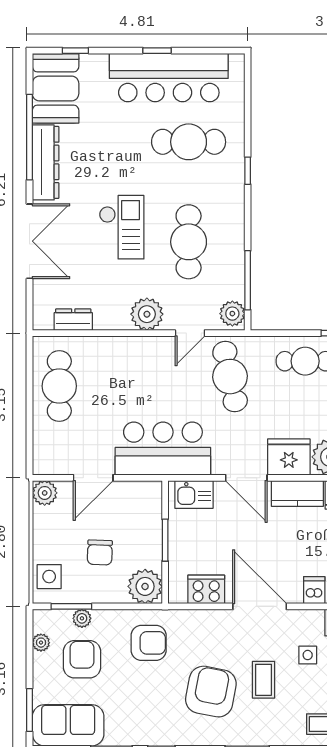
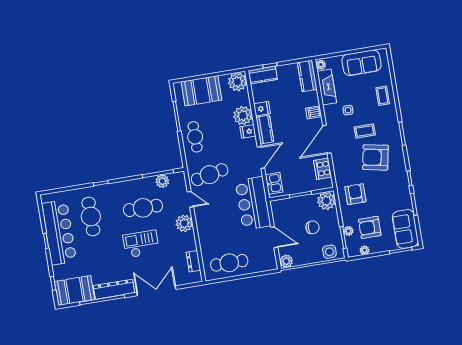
plant: (232, 314) -> (162, 181), moved
fridge: (289, 457) -> (248, 131), width x0.53, depth x0.75

